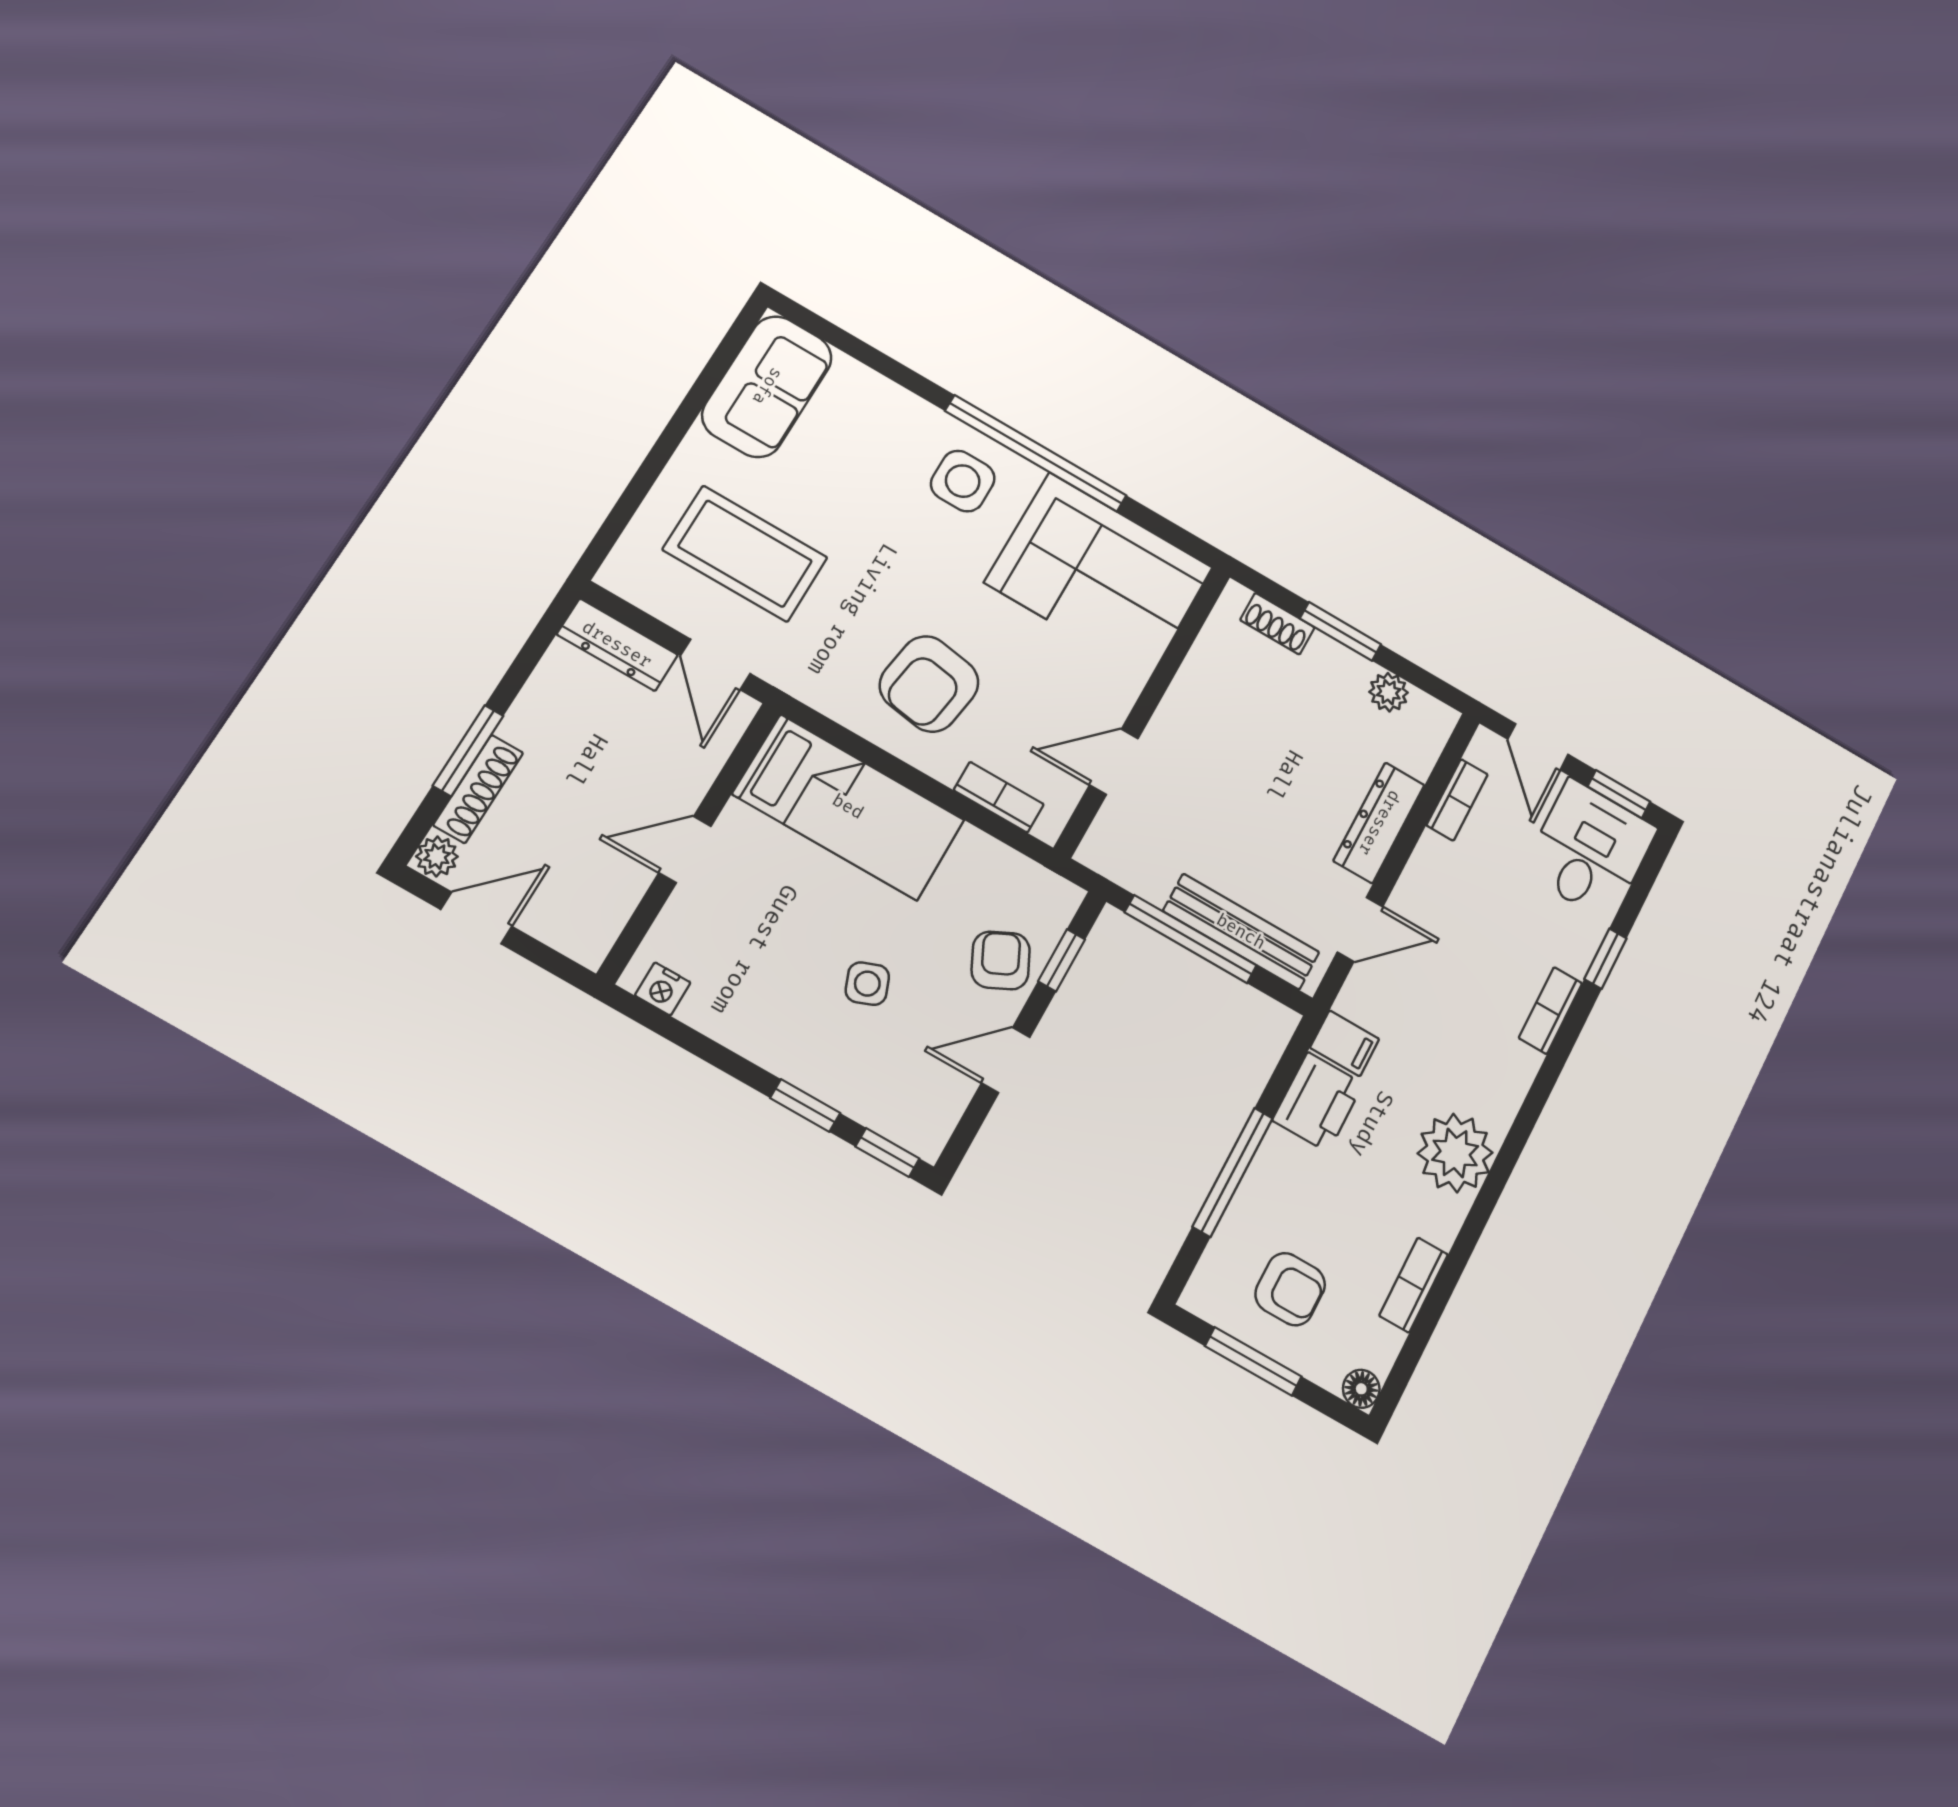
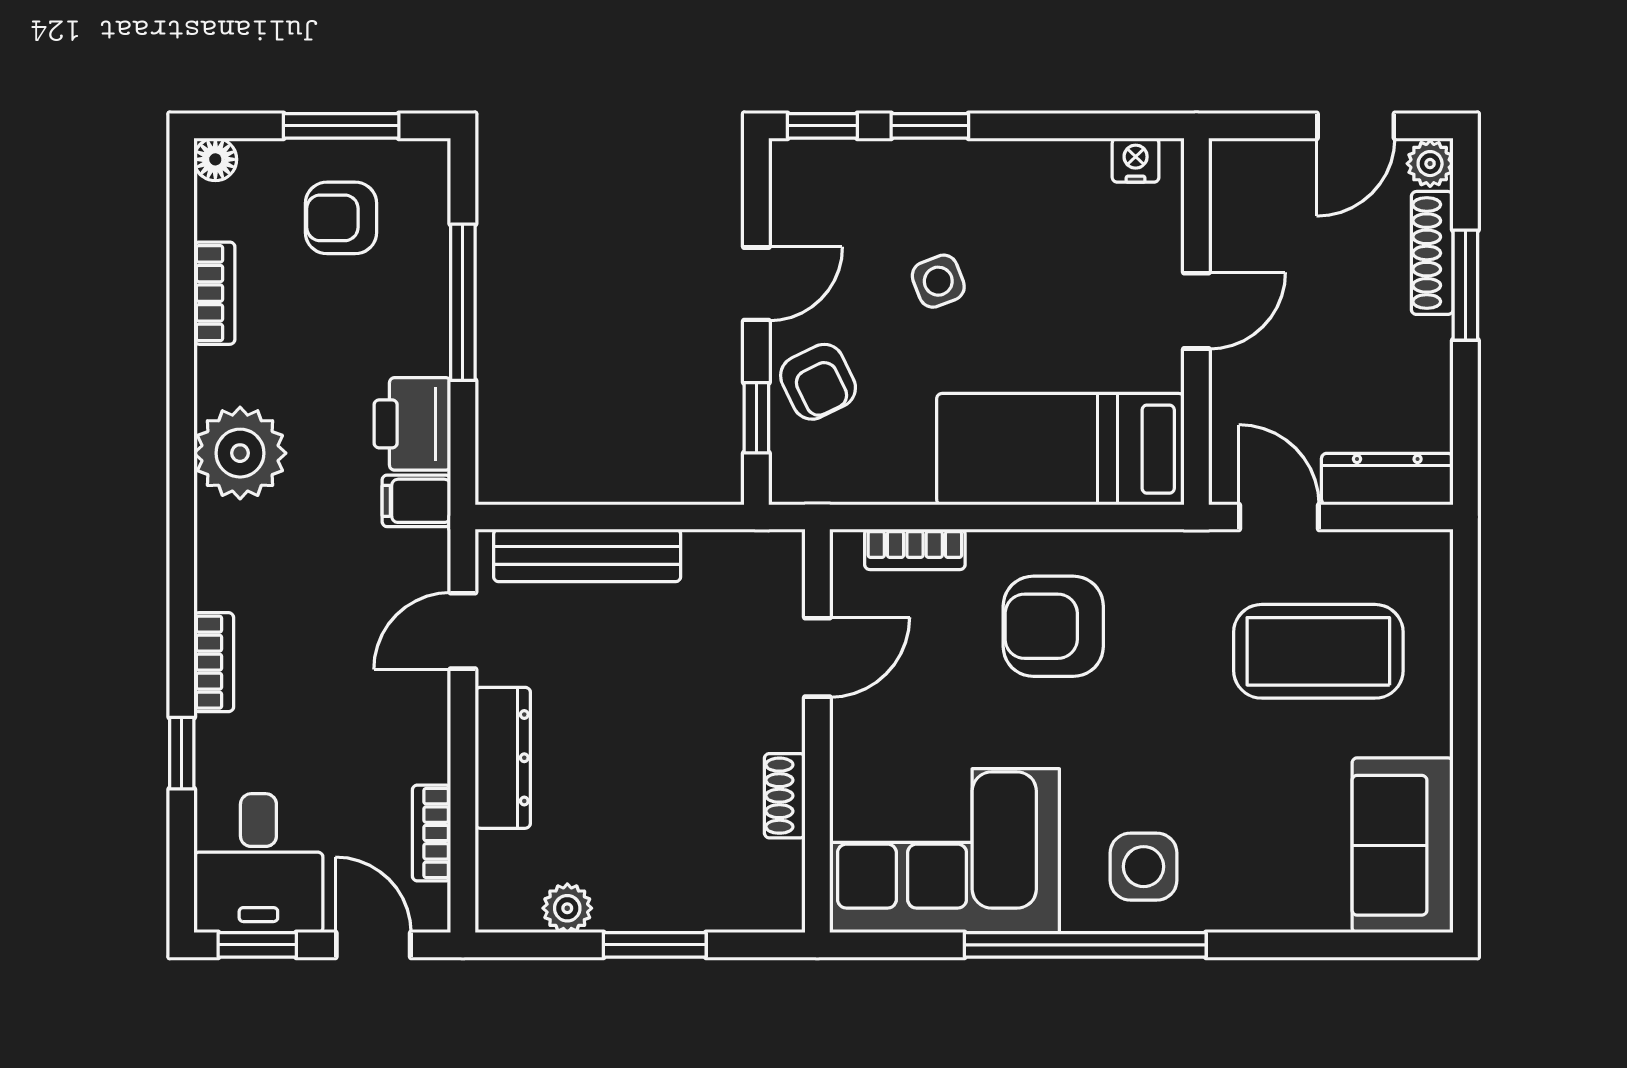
shoe rack: (1277, 624) -> (785, 796), moved, turned -90
armchair: (929, 684) -> (1053, 626), turned -99
window: (1191, 939) -> (635, 517), removed

